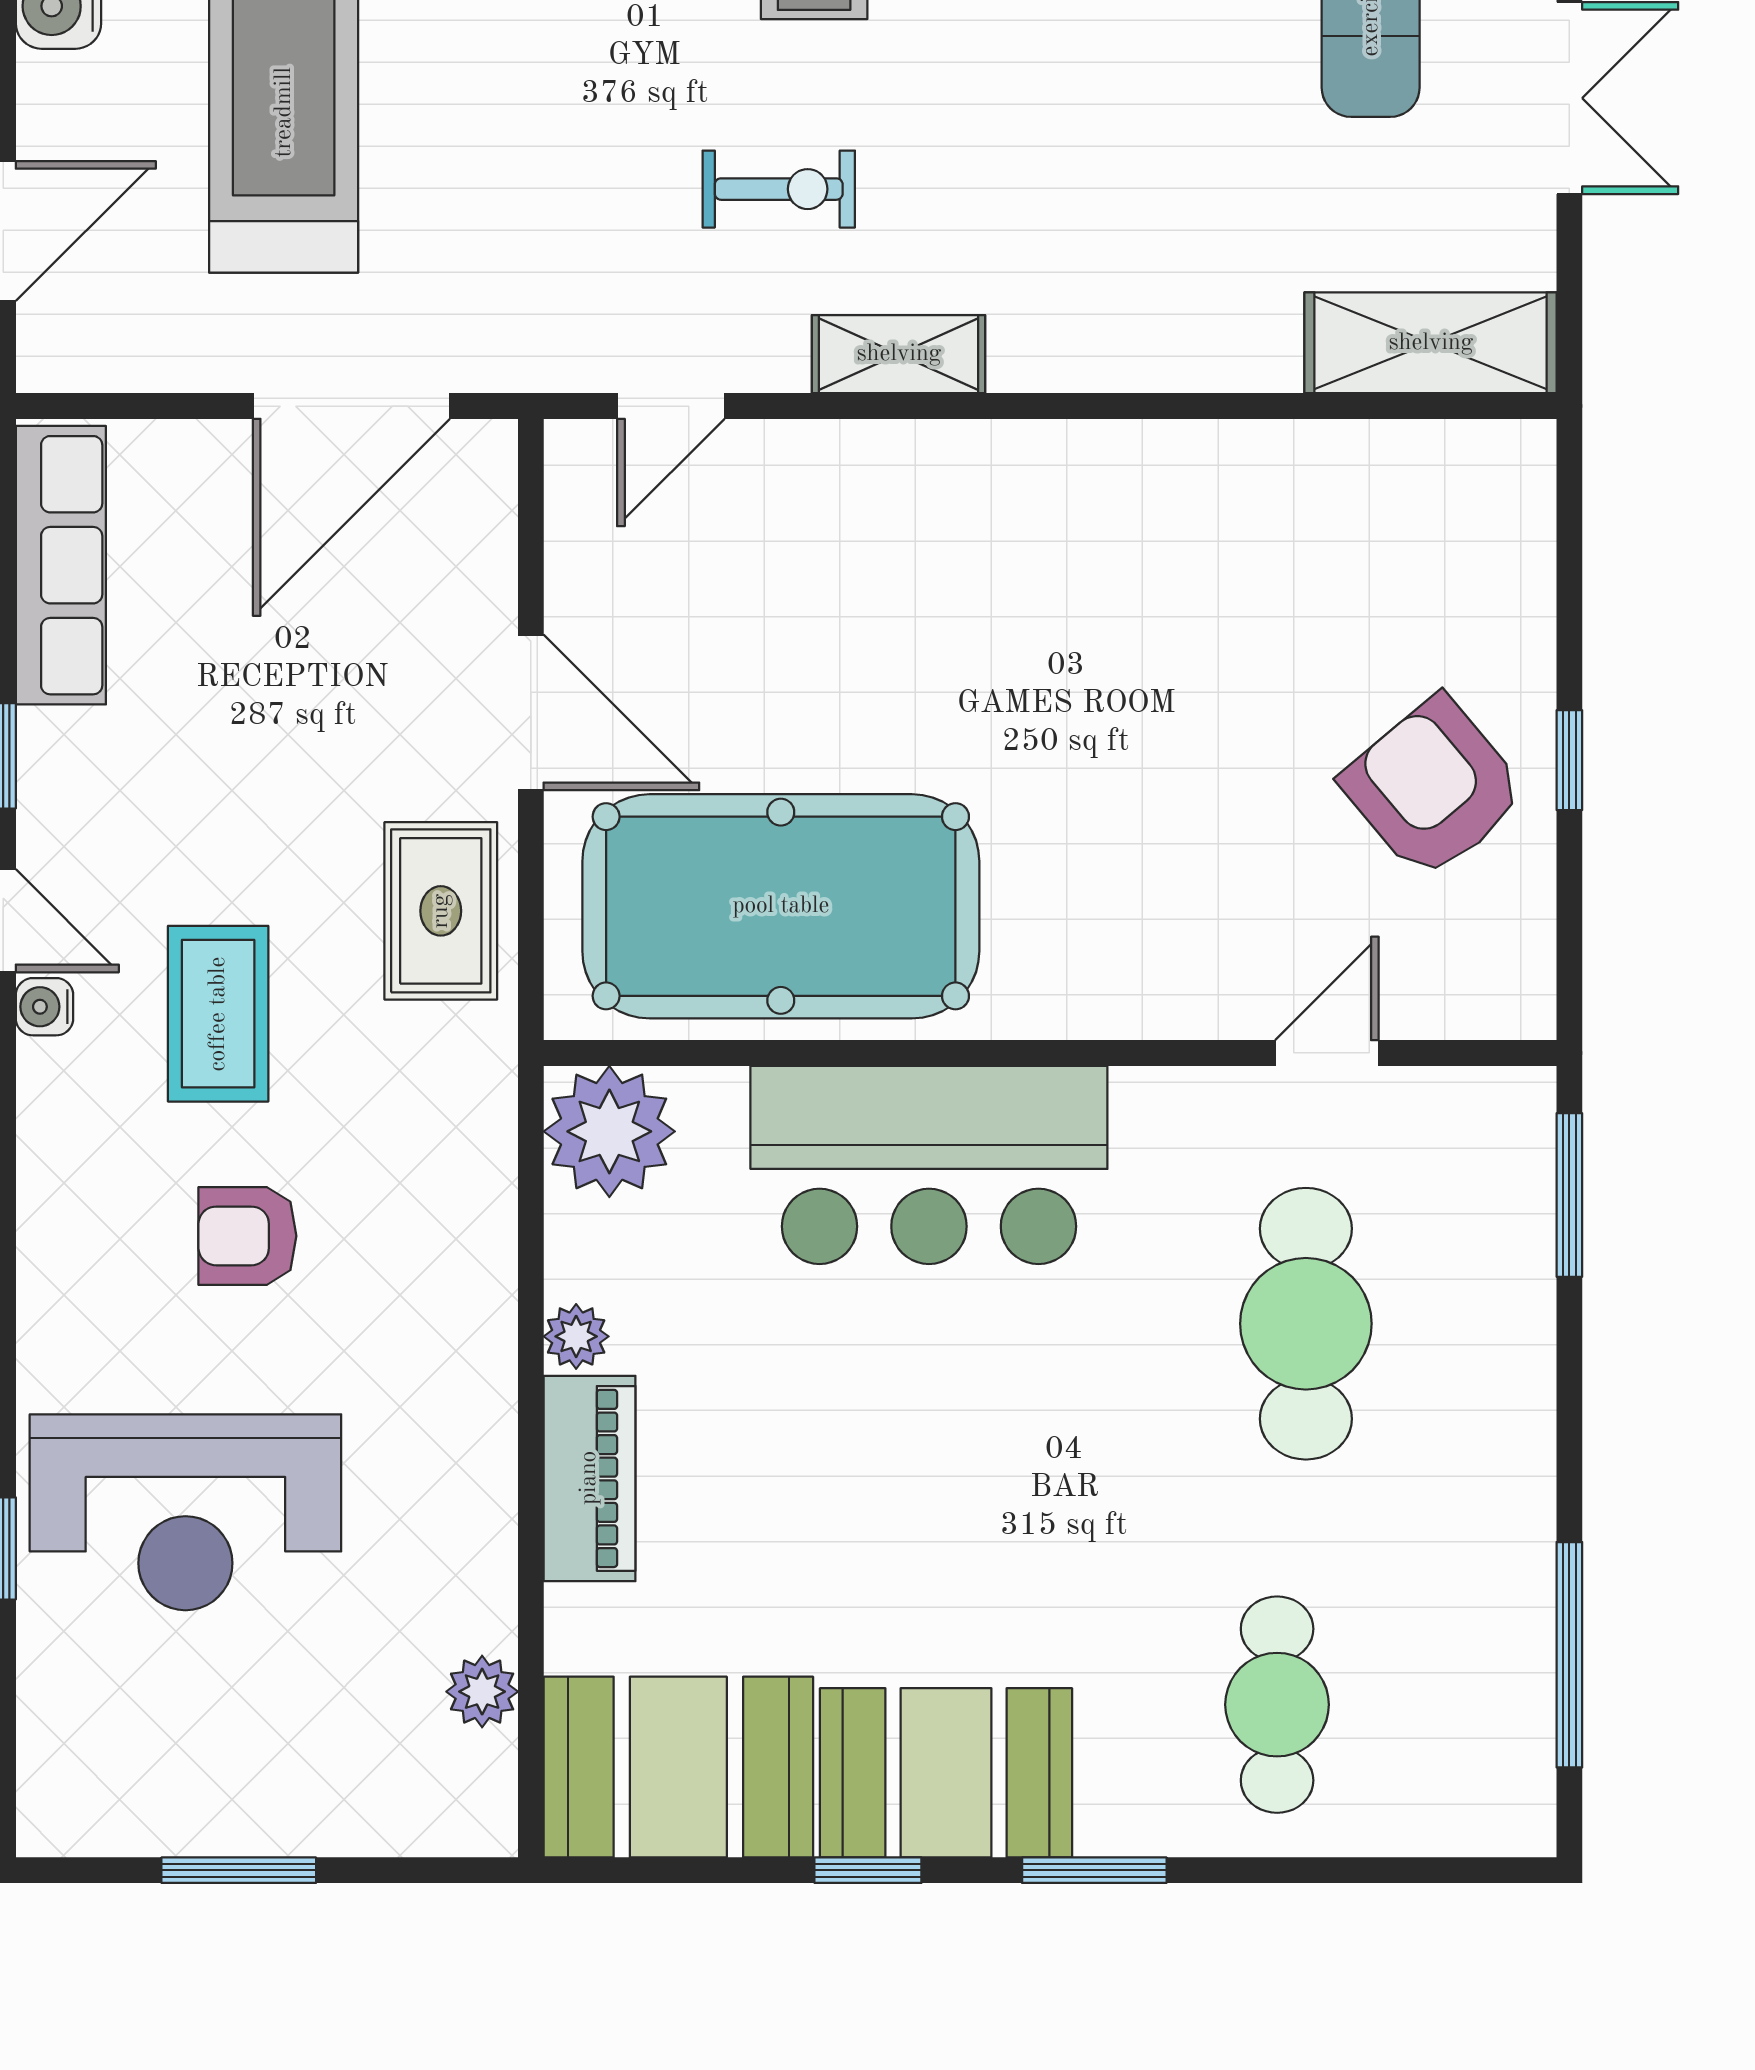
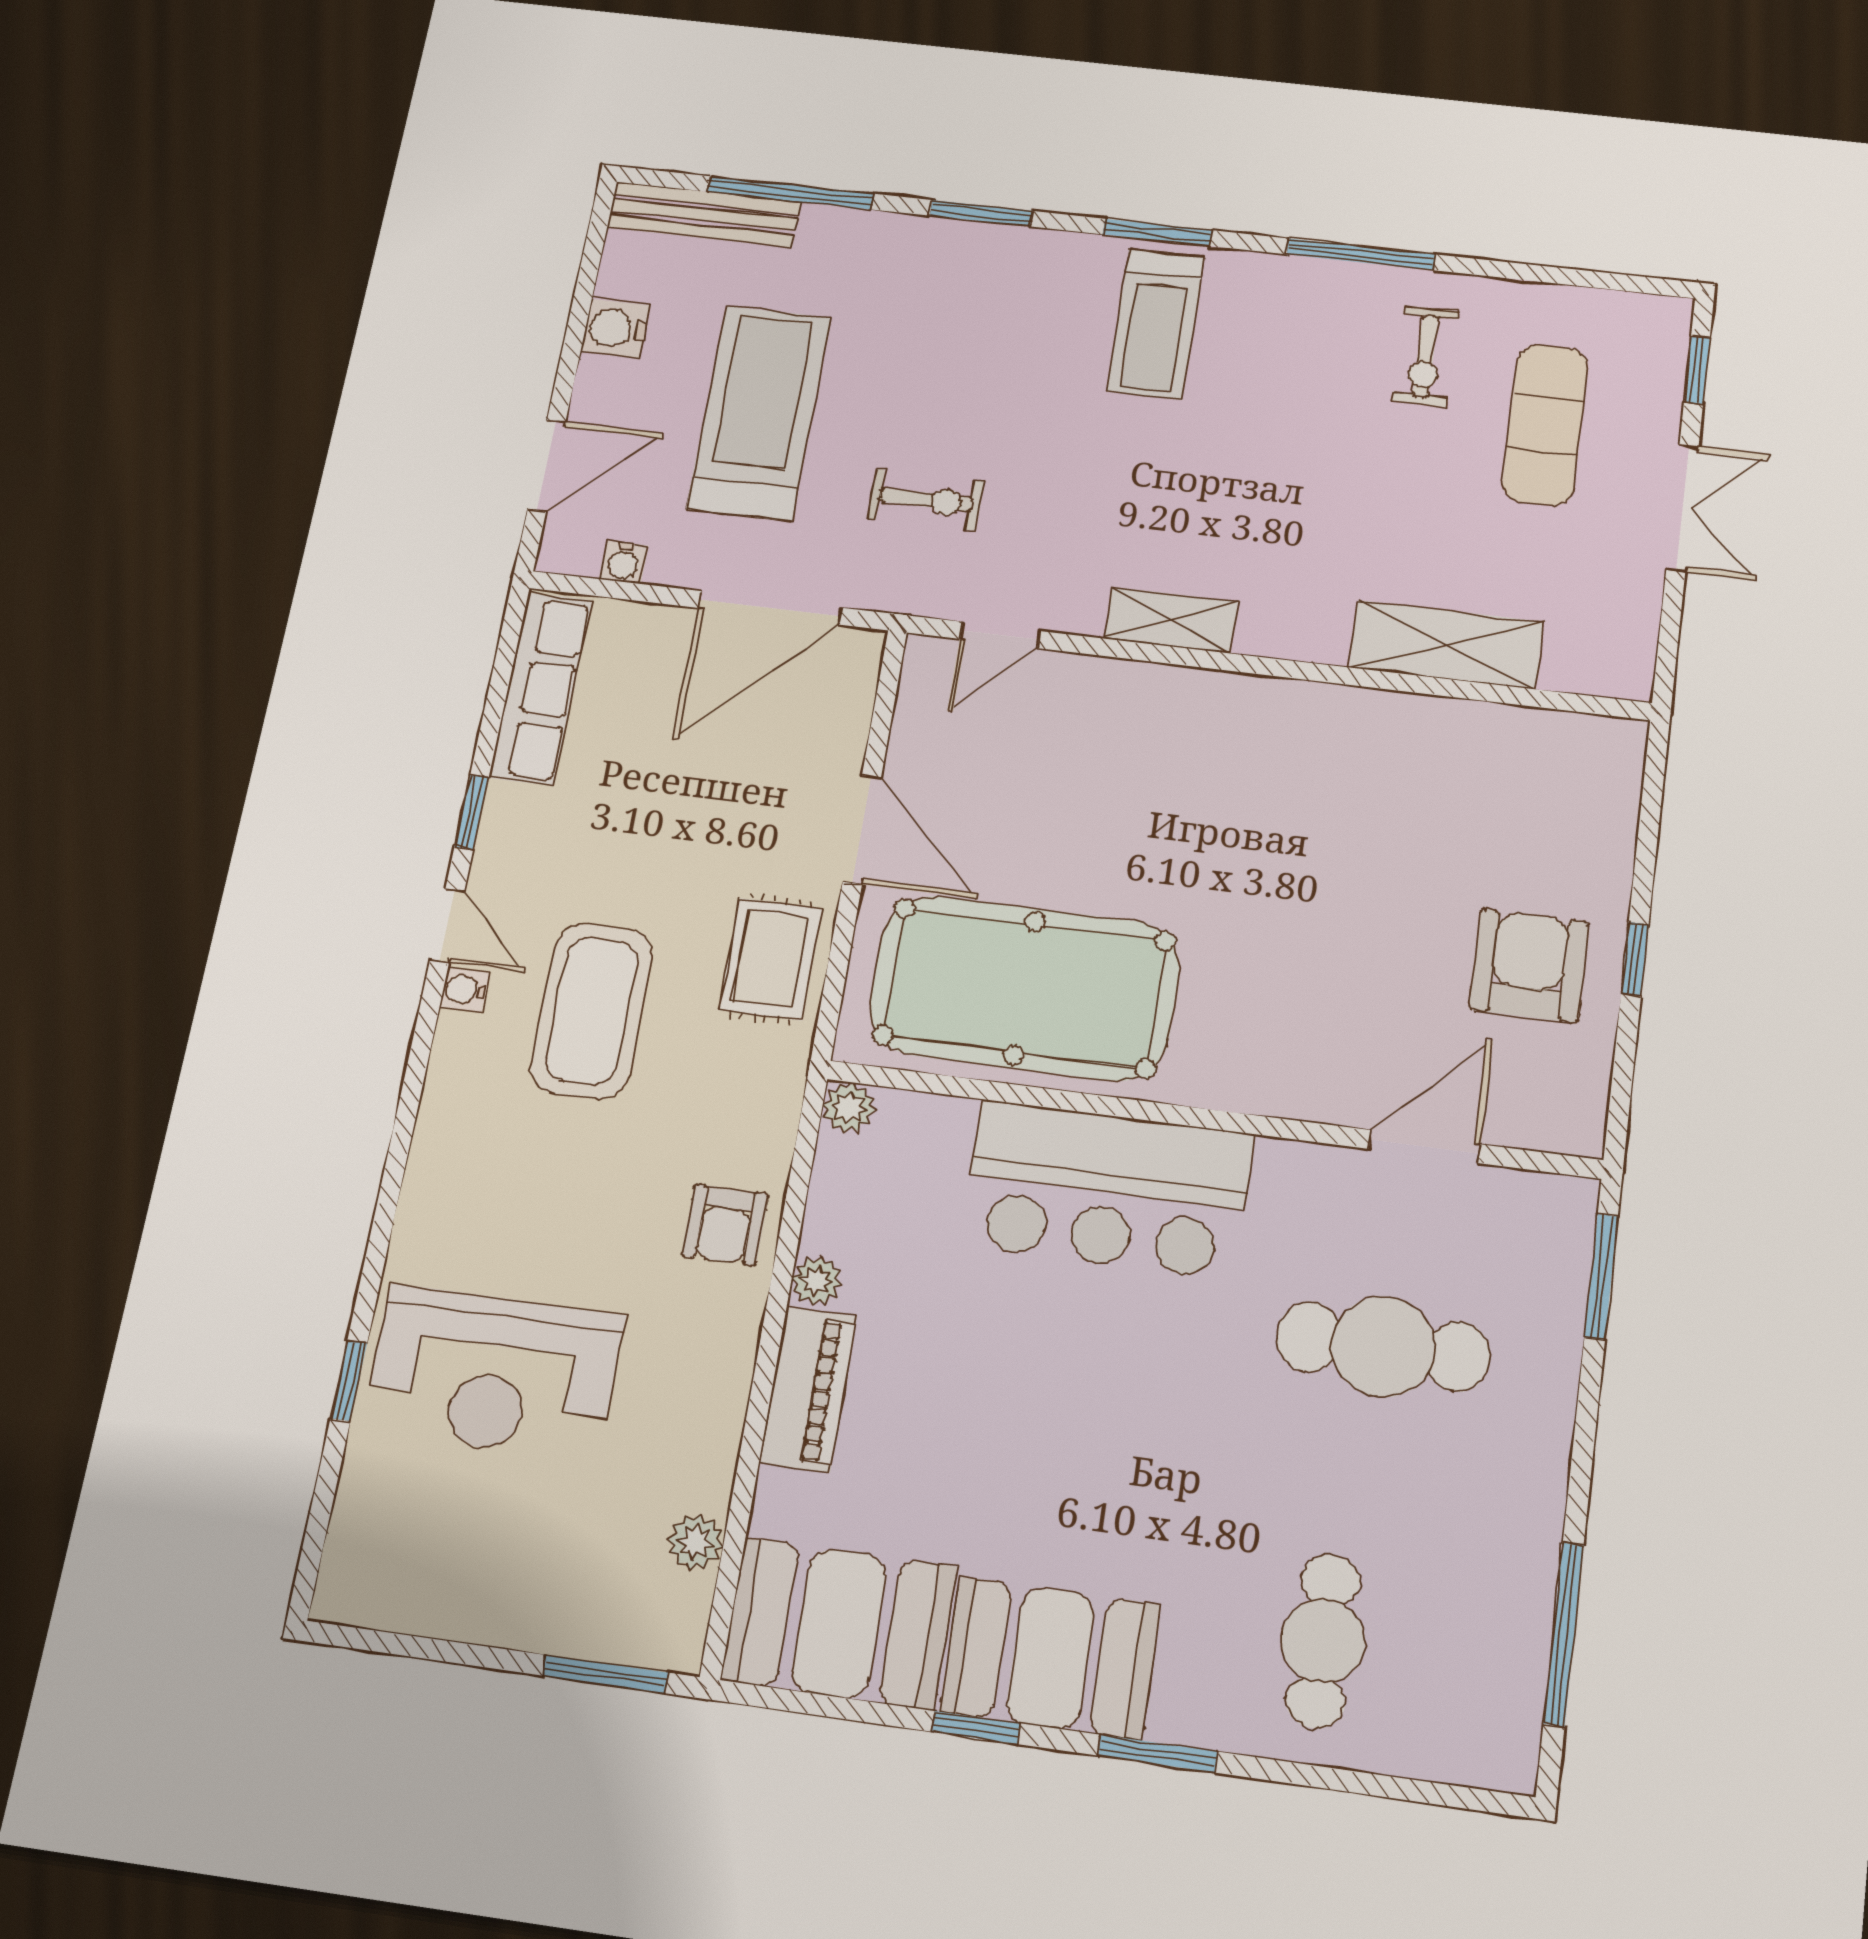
exercise bike: (779, 189) -> (926, 500), moved
shelving: (1431, 343) -> (1446, 645), moved
water cooler: (138, 364) -> (624, 562), added
armchair: (1433, 788) -> (1529, 965), turned 40
coffee table: (218, 1014) -> (592, 1011), width x1.36, depth x1.32
door: (1327, 1053) -> (1425, 1147), width x1.37
plant: (609, 1131) -> (849, 1108), width x0.53, depth x0.53
armchair: (247, 1236) -> (725, 1225), moved, turned -90
cafe table: (1306, 1324) -> (1383, 1347), turned 90
window: (239, 1870) -> (605, 1674), moved

